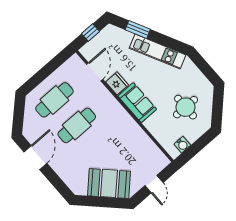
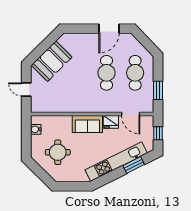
kitchen unit: (158, 52) -> (116, 162), width x1.36
window: (52, 66) -> (158, 90), added
door: (35, 158) -> (109, 29), hinge flipped

